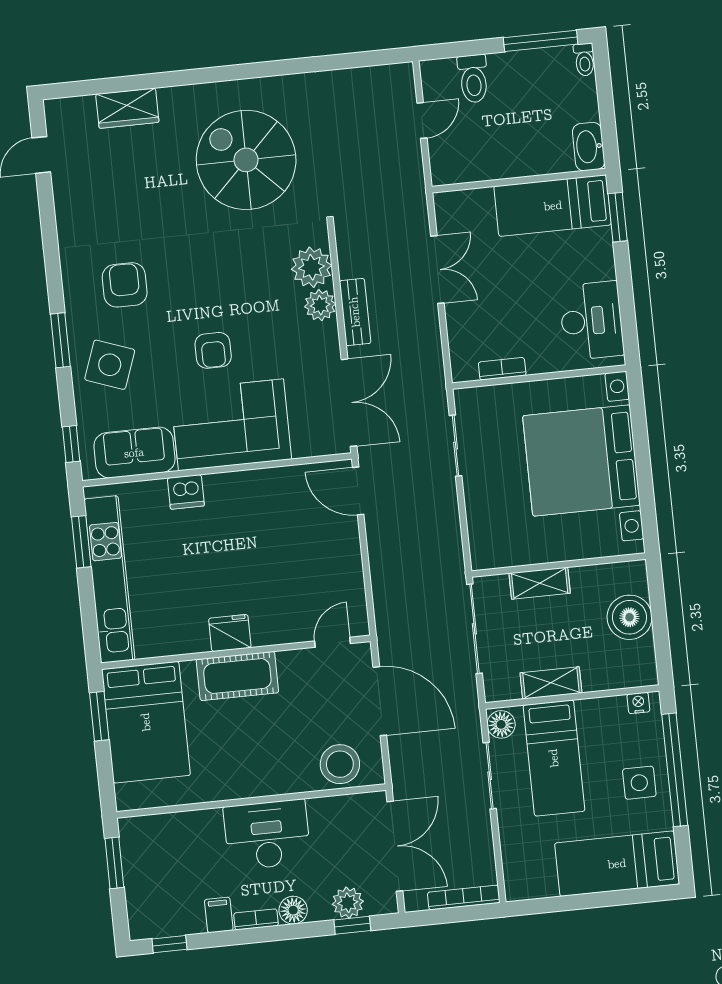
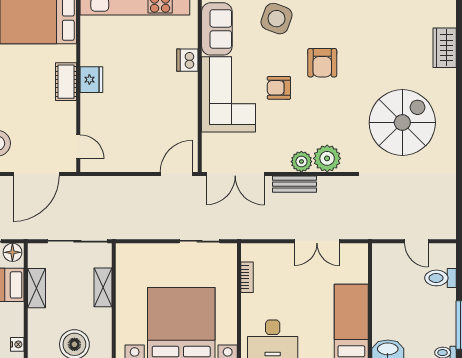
armchair: (125, 285) -> (322, 63), moved, turned 90
cot: (237, 676) -> (66, 82), width x0.73, depth x0.75

